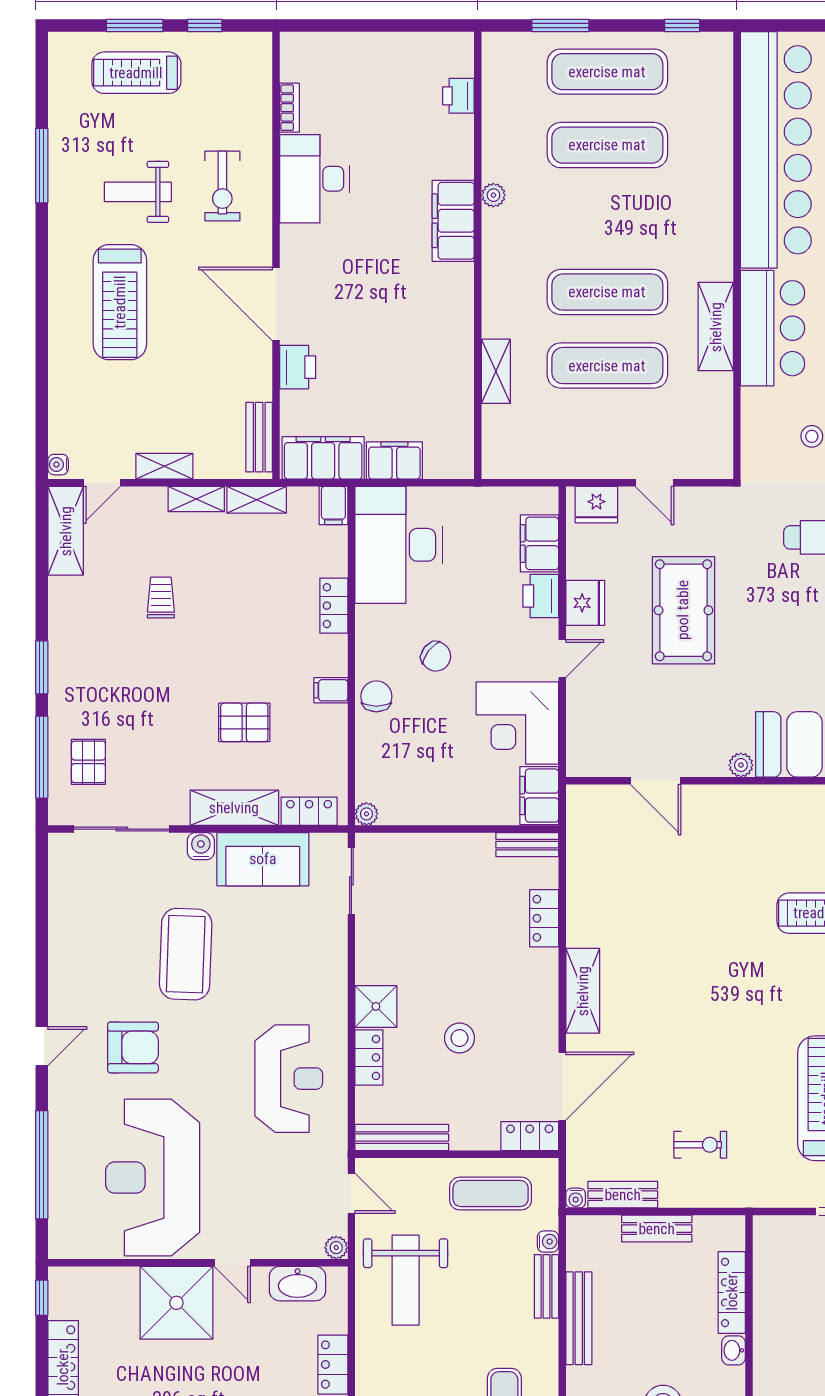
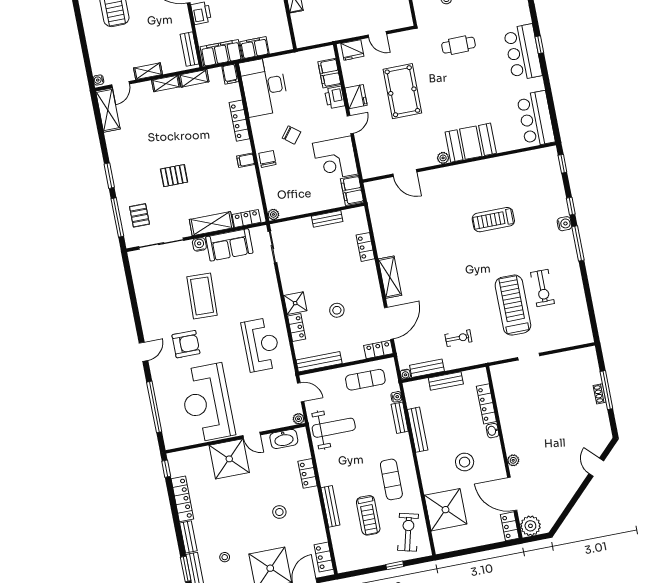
trolley: (161, 597) -> (158, 132), removed
locker: (334, 606) -> (239, 121), width x1.53
pallet: (244, 722) -> (174, 176), moved
bench: (527, 845) -> (327, 219), moved
weight bench: (406, 1280) -> (334, 428), turned -90

